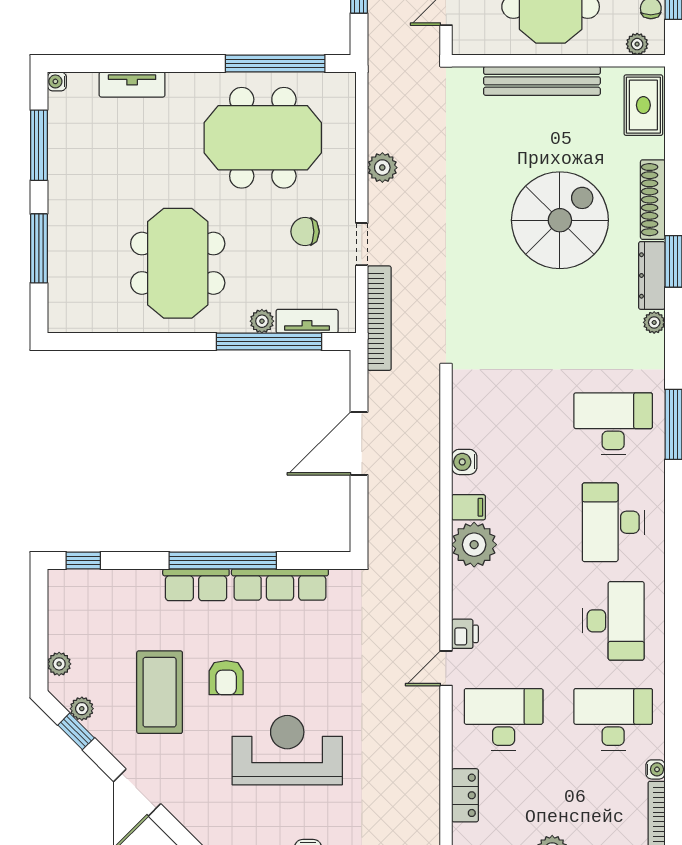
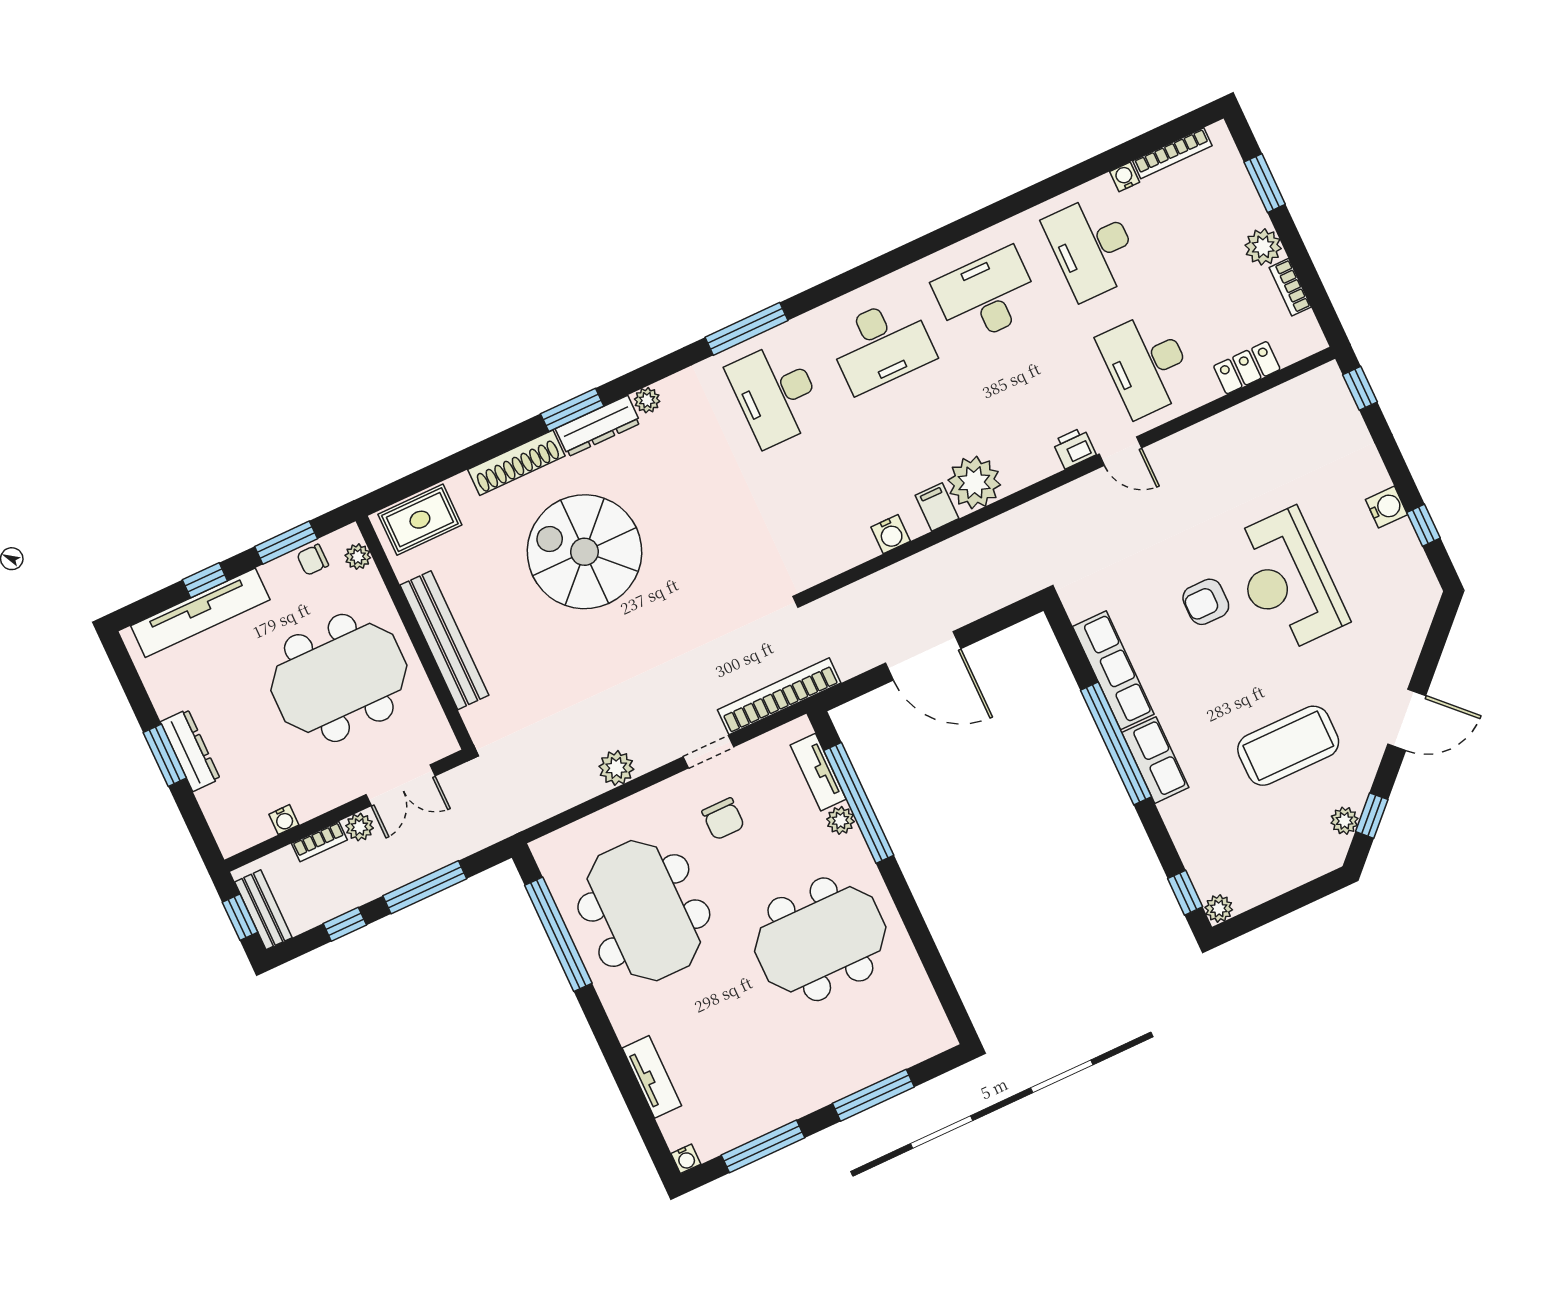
plant: (59, 664) -> (1219, 909), moved
armchair: (226, 678) -> (1206, 602), moved, turned 180

